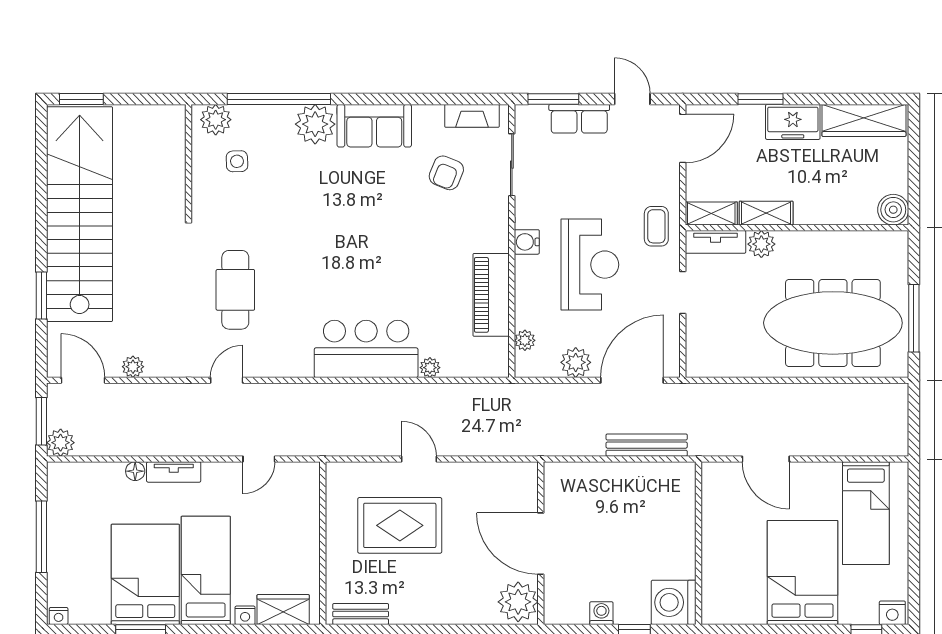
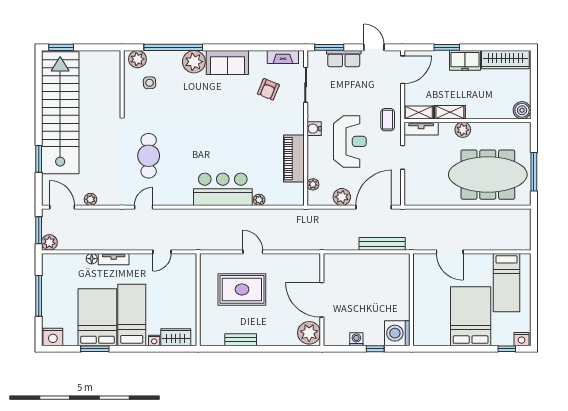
plant: (761, 244) -> (463, 130), moved
bench: (361, 614) -> (241, 340), moved
nightstand: (59, 616) -> (53, 337), width x1.89, depth x1.79

